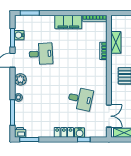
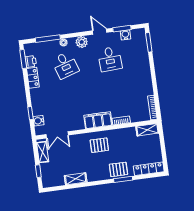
filing cabinet: (68, 22) -> (98, 120), moved, turned 90
shelving: (116, 42) -> (147, 130), moved
desk: (80, 99) -> (65, 65), moved, turned -30
printer: (20, 132) -> (31, 61), moved
locker: (64, 132) -> (33, 78), moved
water cooler: (80, 133) -> (39, 121), moved

